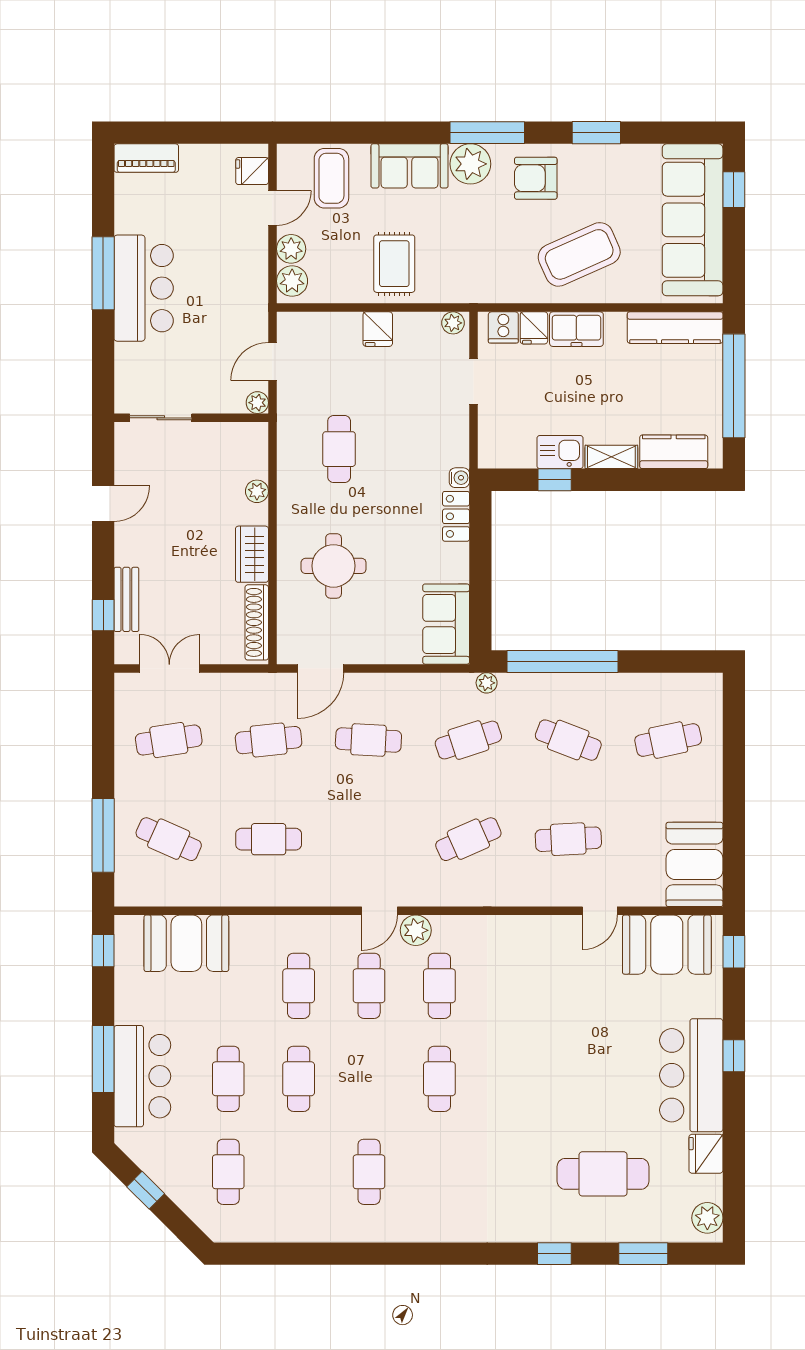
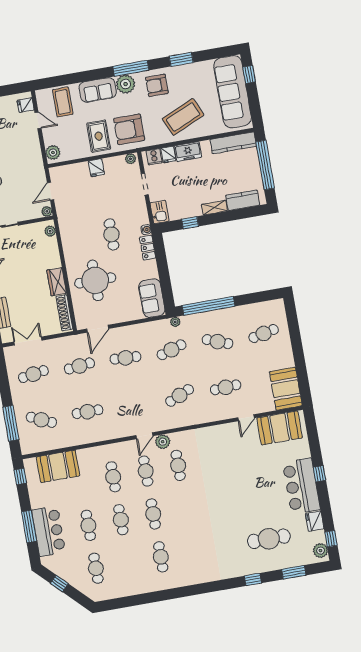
door: (272, 208) -> (38, 120), hinge flipped
plant: (291, 249) -> (50, 138), removed
armchair: (461, 261) -> (129, 129), added
cafe table: (339, 449) -> (111, 234), moved
kitchen sink: (560, 452) -> (160, 212), moved, turned 90
plant: (257, 491) -> (50, 231), moved
round table: (334, 566) -> (95, 280), width x1.36, depth x1.36
window: (734, 952) -> (331, 539), moved
cafe table: (439, 1079) -> (153, 514), moved

